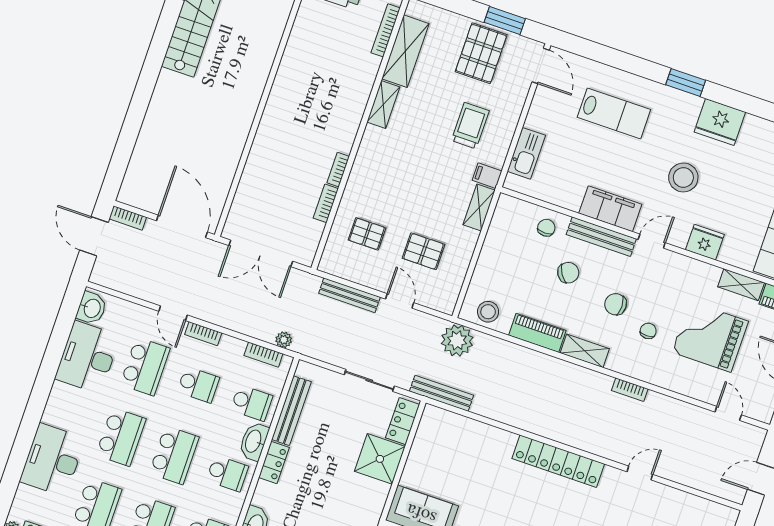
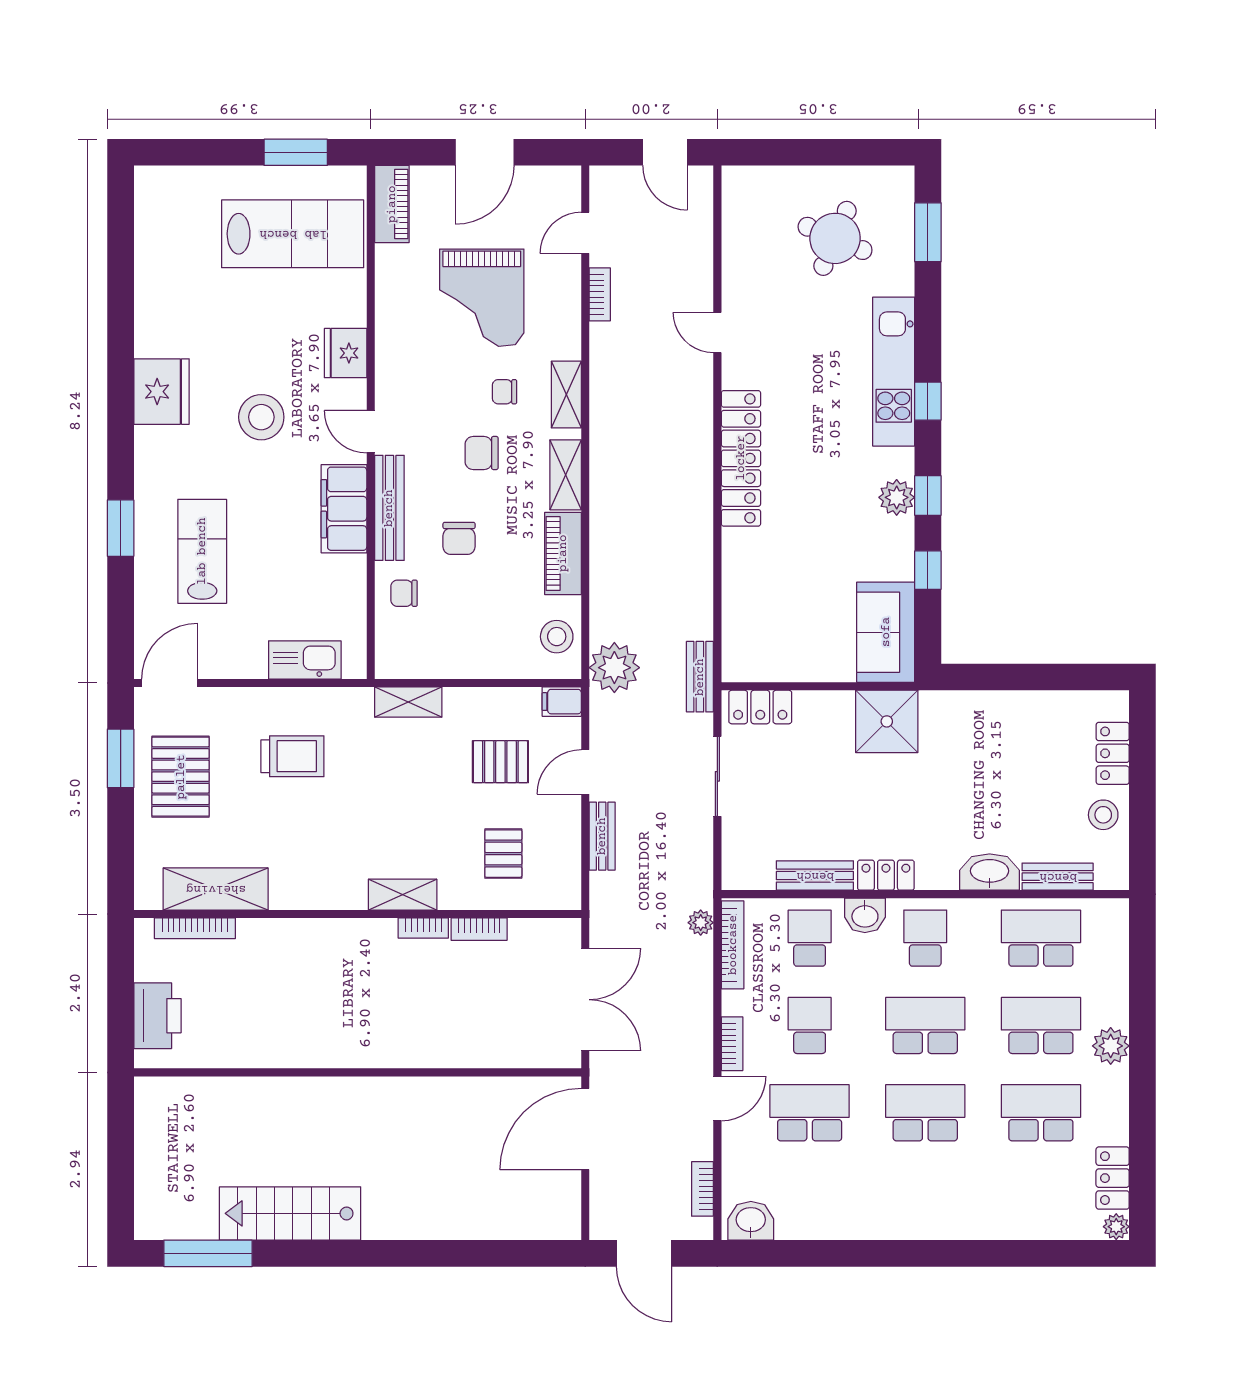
pallet: (481, 53) -> (181, 777), turned 90
window: (686, 82) -> (121, 528), moved
shelving: (383, 104) -> (403, 895), moved
trolley: (470, 126) -> (292, 756), turned 180
filing cabinet: (487, 176) -> (562, 702), moved, turned 90
bookcase: (128, 218) -> (702, 1189), moved, turned 180
door: (94, 236) -> (644, 1253), hinge flipped
pallet: (423, 251) -> (500, 762), turned 90
chair: (568, 273) -> (459, 538), turned -148
shelving: (741, 285) -> (566, 395), moved
bench: (349, 295) -> (602, 836), width x0.73
chair: (616, 304) -> (482, 453), turned 90
bookcase: (263, 355) -> (733, 945), width x1.56
desk: (88, 357) -> (825, 1202), removed
bookcase: (630, 390) -> (600, 294), moved
bench: (442, 393) -> (700, 677), width x0.73
bench: (291, 411) -> (815, 876), width x0.73
washbasin: (254, 441) -> (865, 915), width x0.72
shower: (380, 459) -> (887, 721), moved
desk: (52, 460) -> (993, 1202), removed

